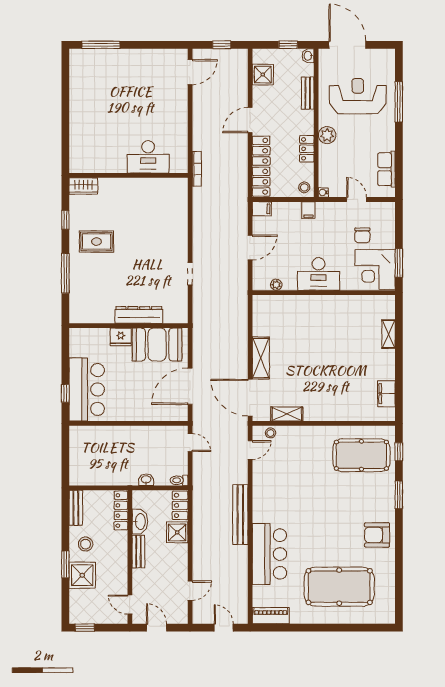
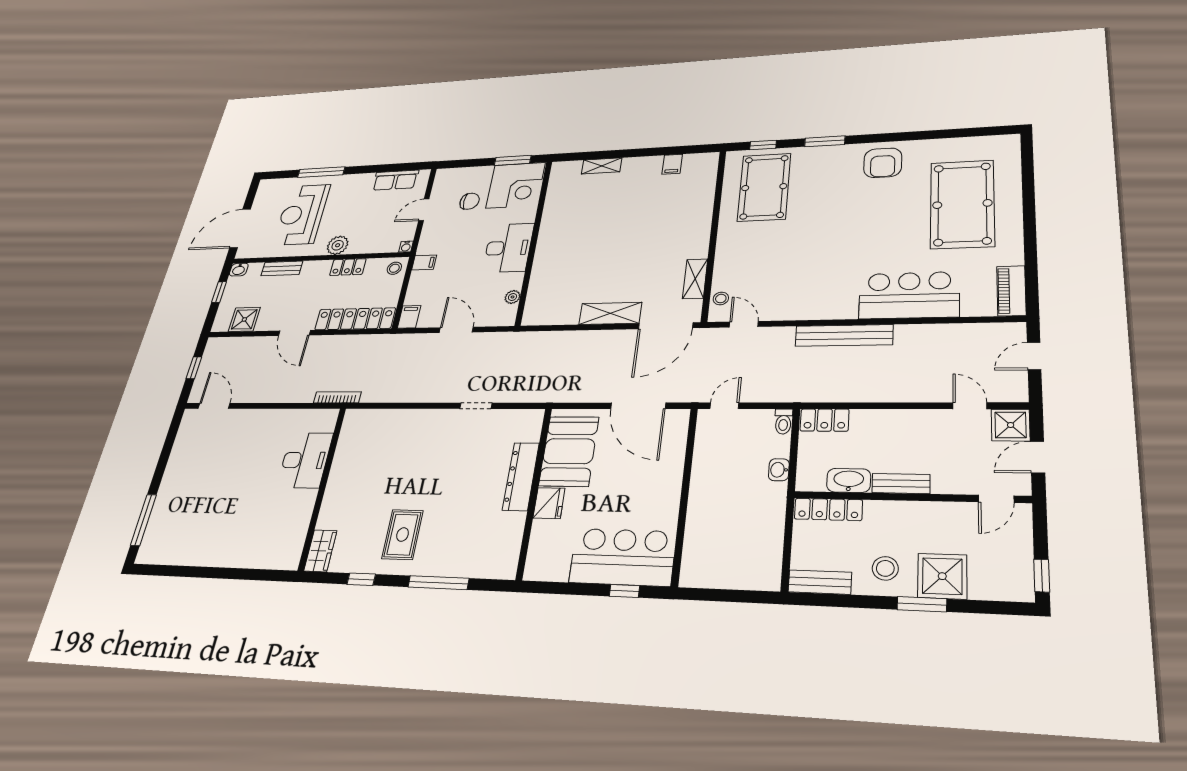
filing cabinet: (386, 394) -> (672, 164), width x0.50
shower: (177, 532) -> (1011, 425), moved

